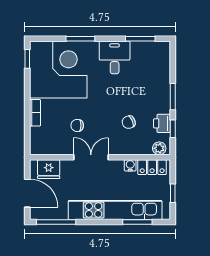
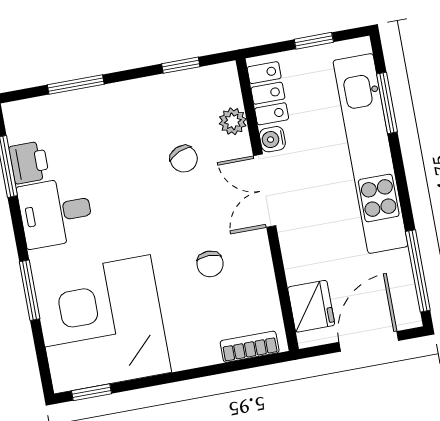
window: (173, 97) -> (76, 84), moved
bookcase: (35, 113) -> (250, 347), moved
printer: (162, 123) -> (29, 162), moved, turned -90
plant: (159, 148) -> (233, 121), moved
double door: (91, 157) -> (265, 191), moved

